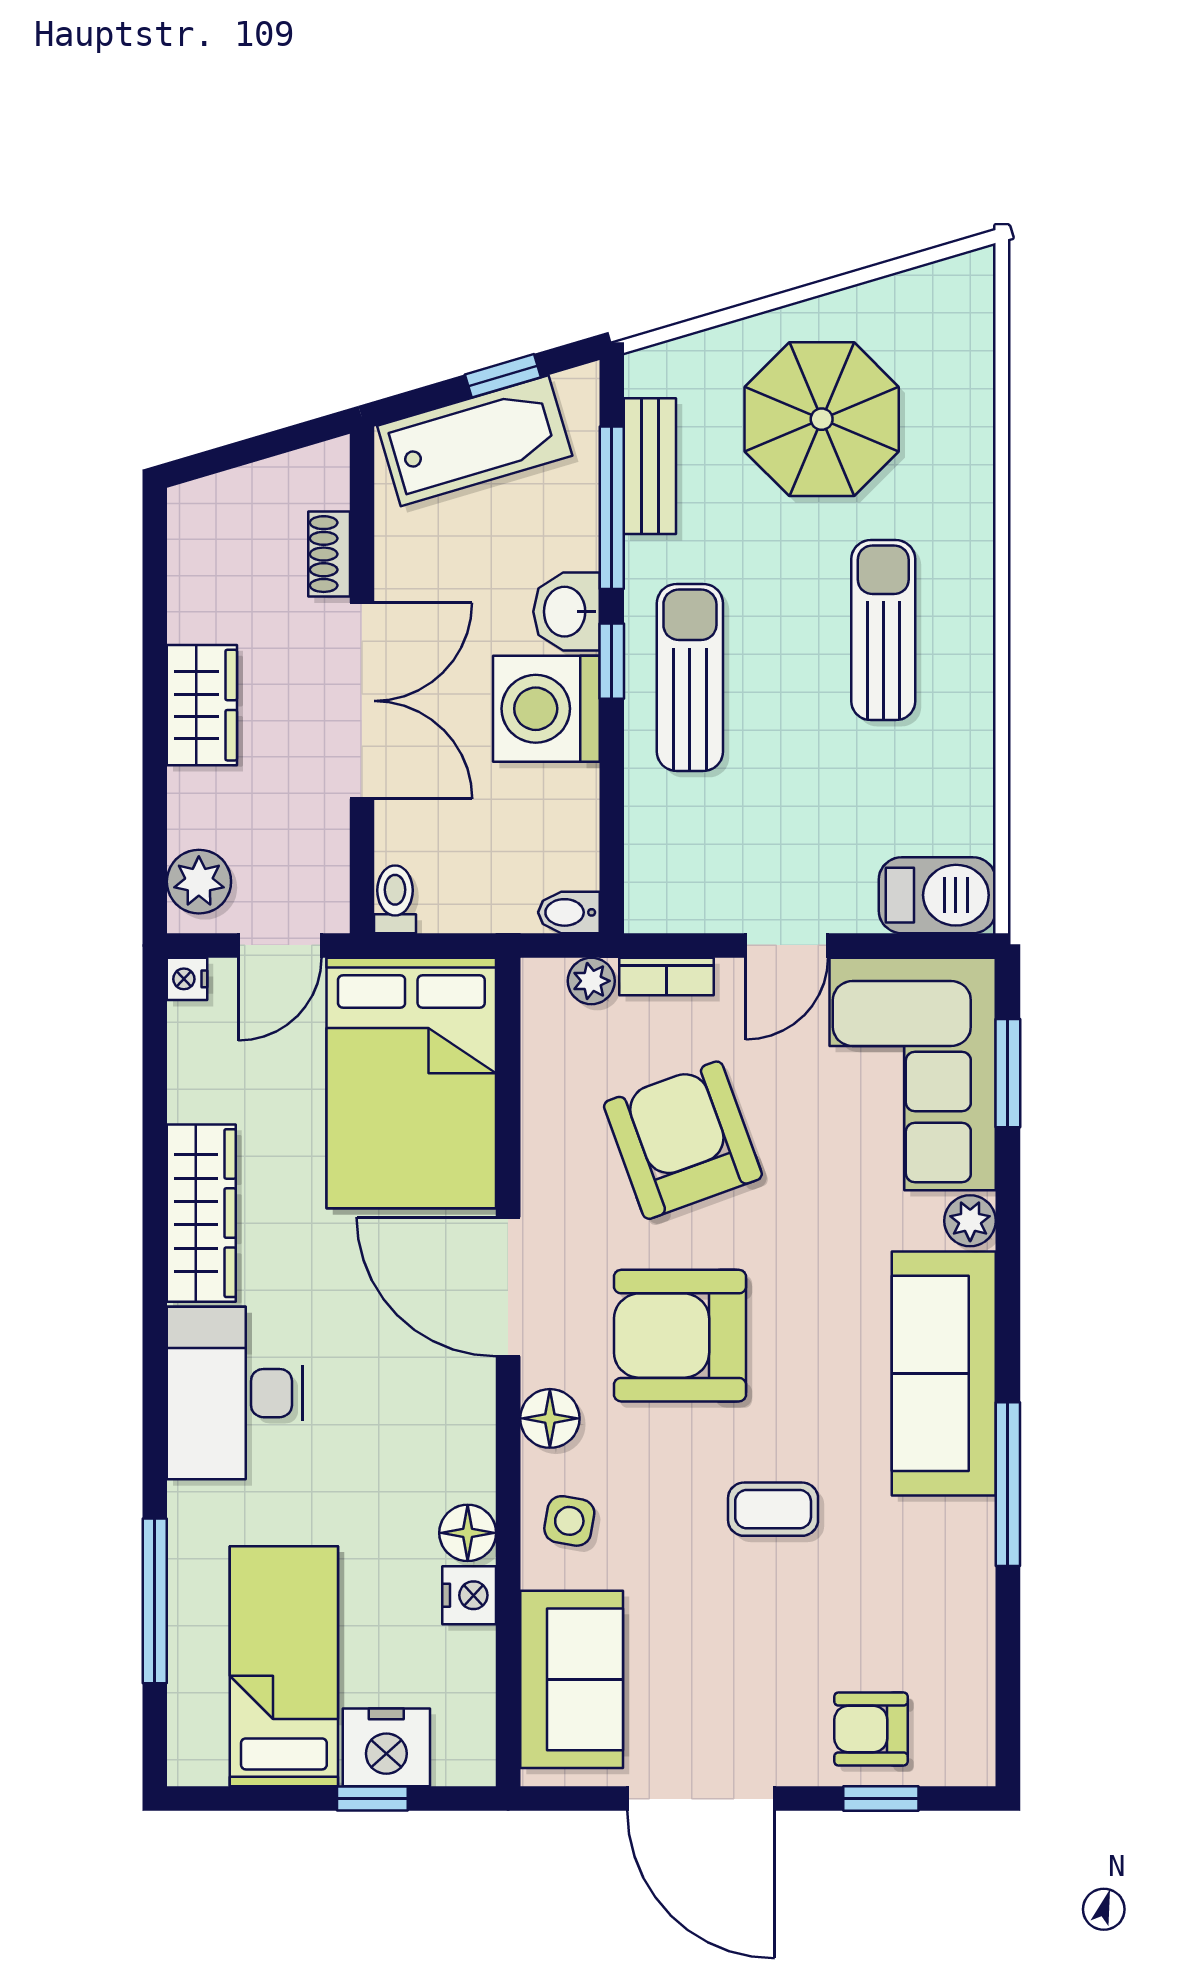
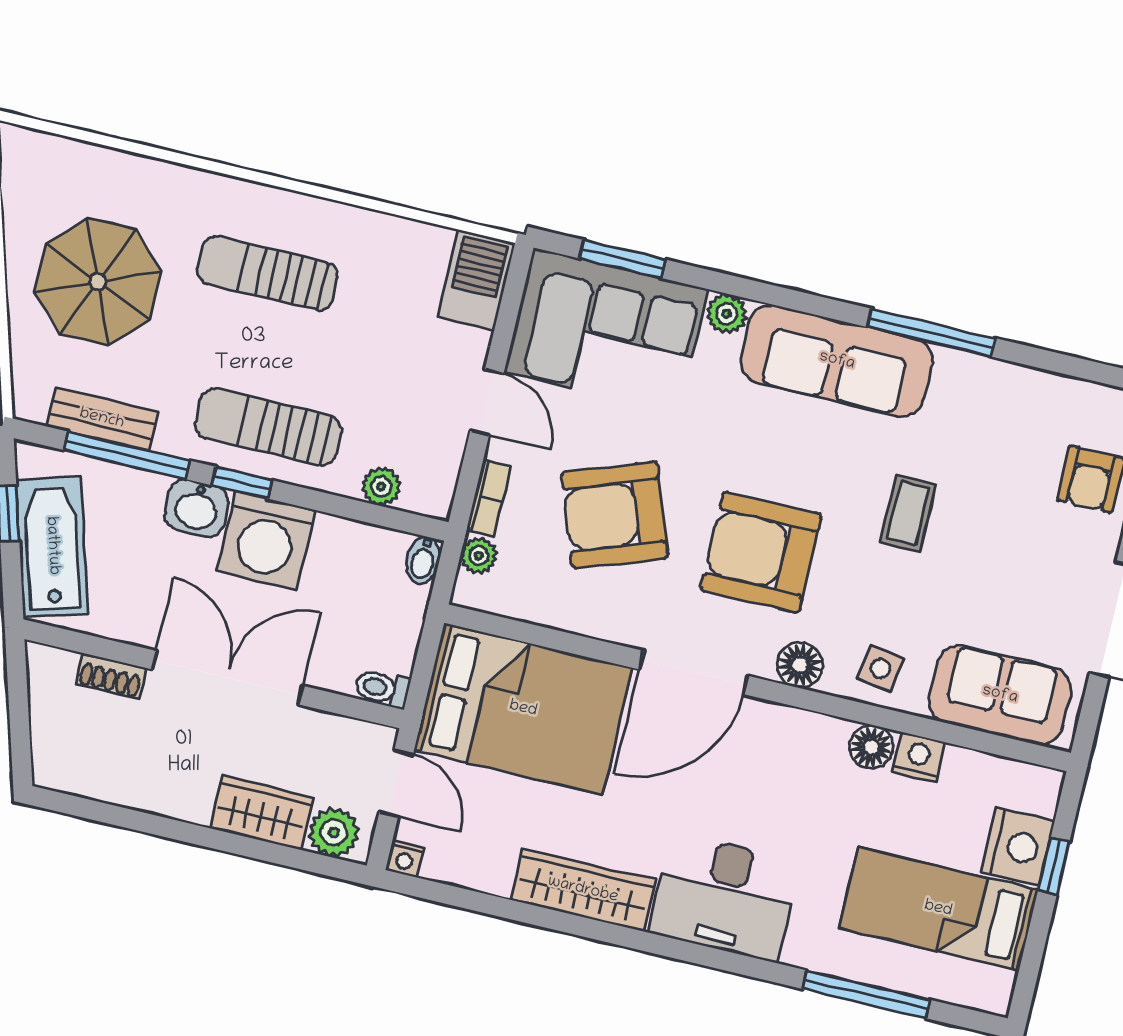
wardrobe: (202, 705) -> (261, 813), moved
plant: (649, 837) -> (381, 487), added
armchair: (680, 1336) -> (761, 552), turned 90

